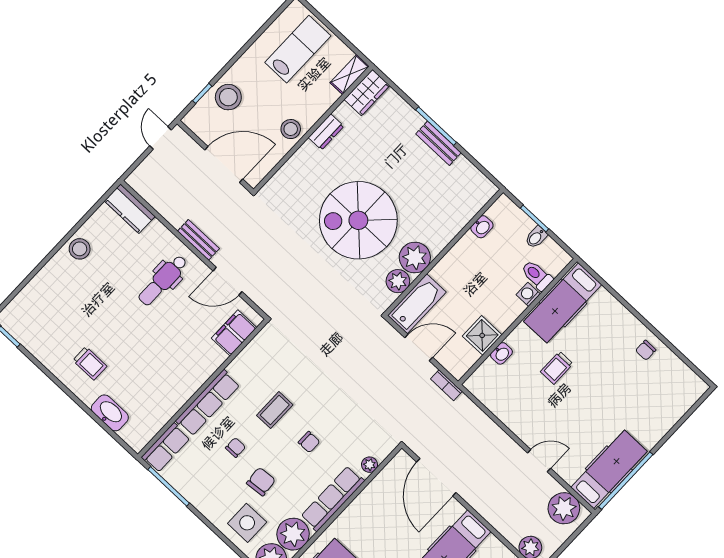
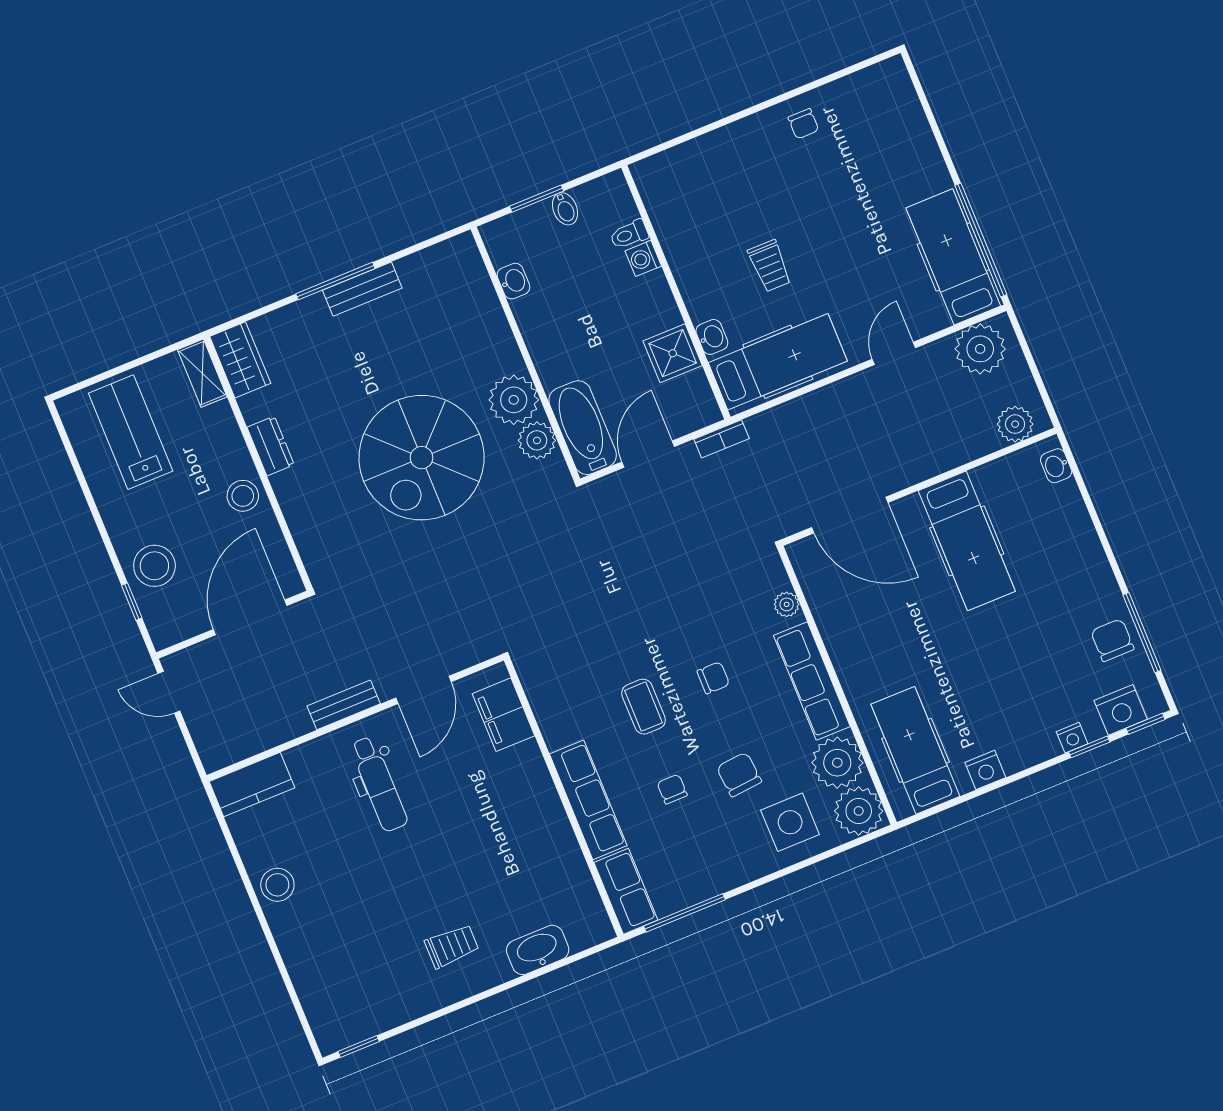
toilet: (537, 275) -> (629, 234), width x0.73, depth x0.72
hospital bed: (563, 303) -> (778, 362), moved, turned -90

